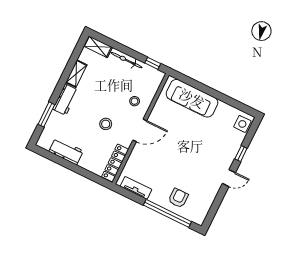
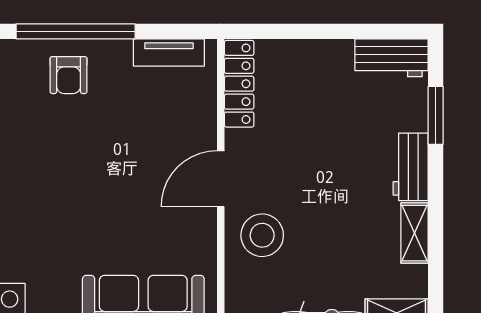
stool: (135, 101) -> (262, 235), width x1.89, depth x1.89
stool: (106, 124) -> (300, 157), removed
workbench: (66, 151) -> (391, 58), moved

